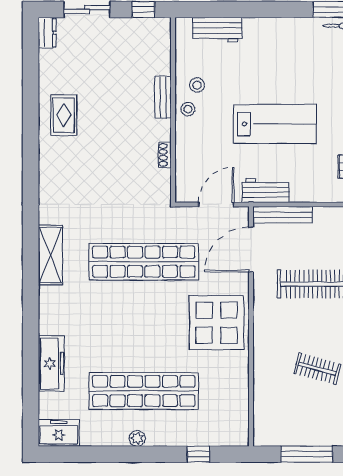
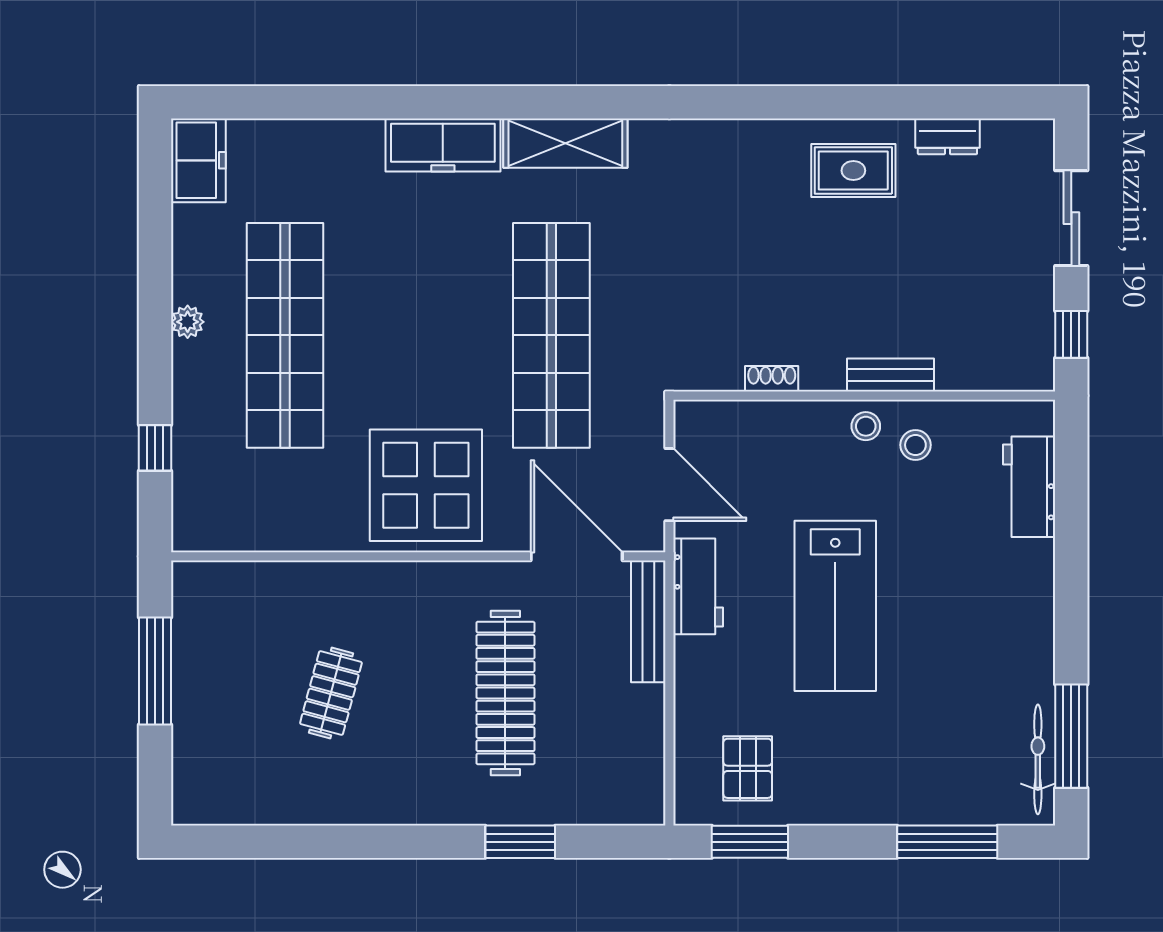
dresser: (47, 33) -> (947, 136), moved
freezer: (51, 363) -> (443, 145), moved

